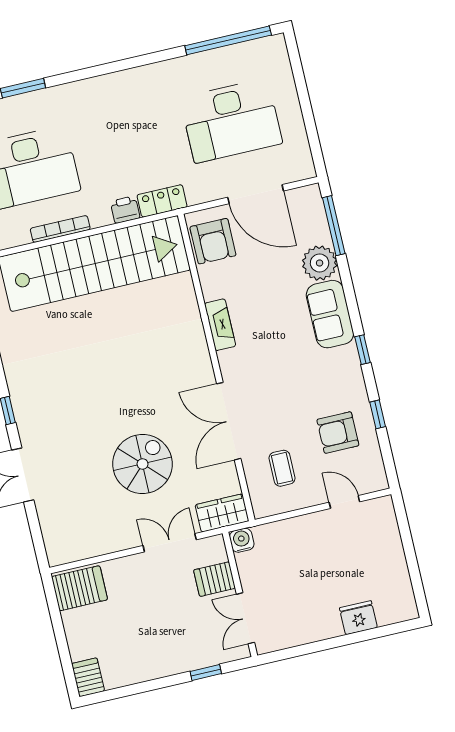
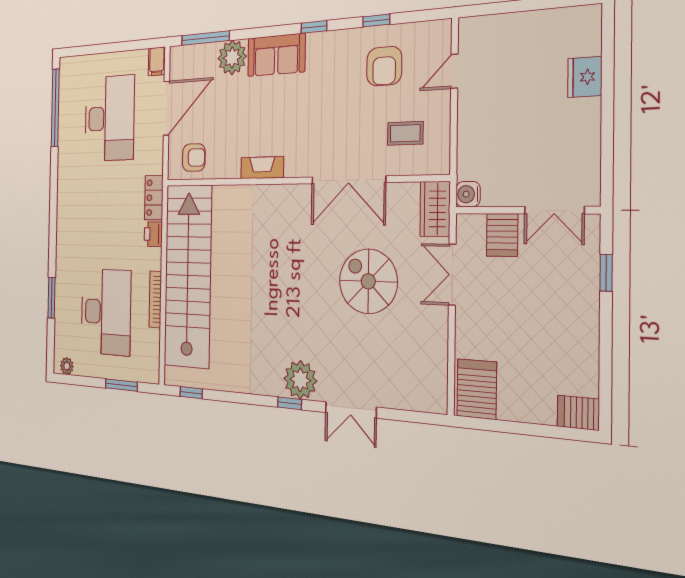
filing cabinet: (301, 169) -> (157, 61), added
armchair: (213, 241) -> (194, 158), width x0.72, depth x0.72
plant: (33, 416) -> (300, 380), added

